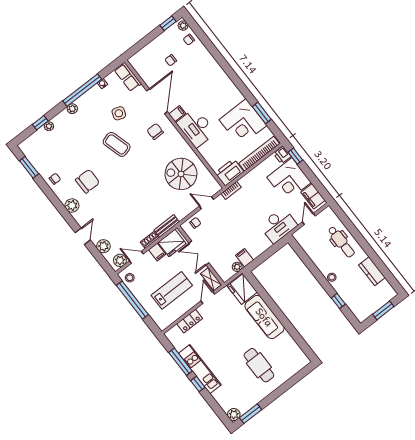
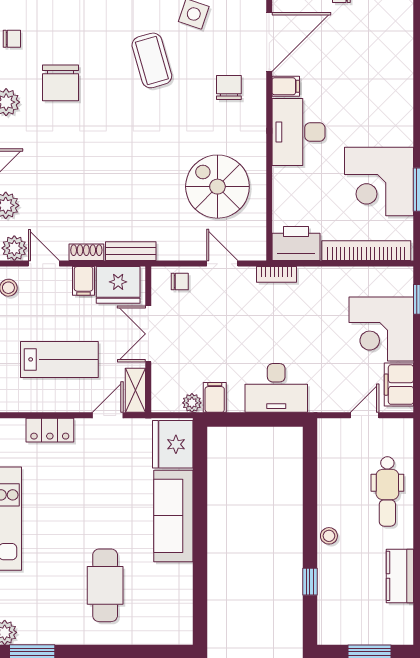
printer: (282, 155) -> (401, 281), removed
chair: (87, 181) -> (60, 83), turned 90
desk: (278, 225) -> (276, 388), moved

